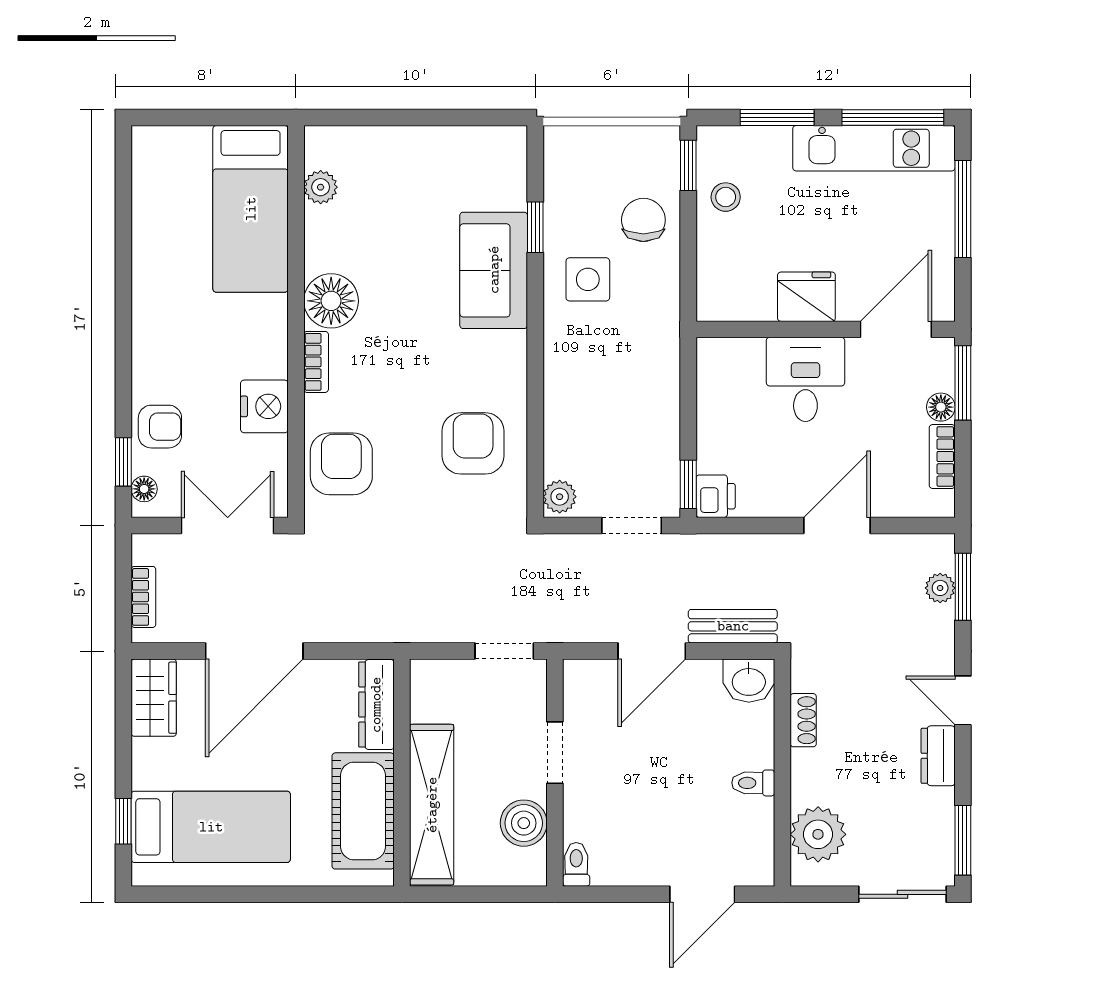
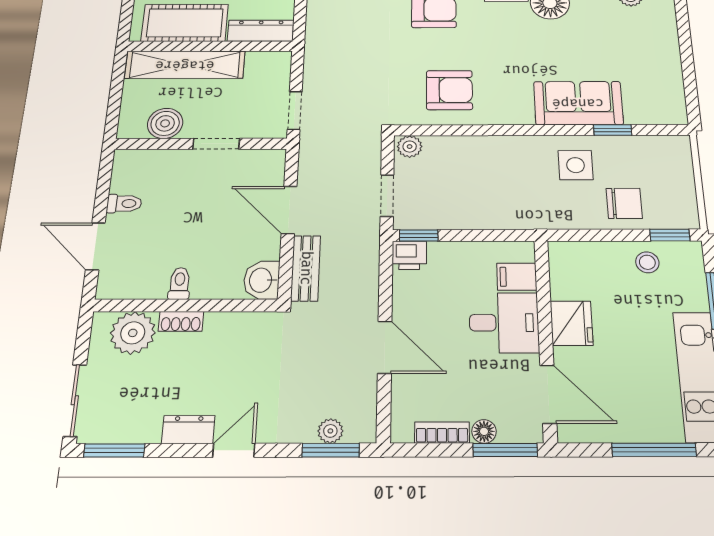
filing cabinet: (745, 362) -> (517, 277), added
shoe rack: (803, 720) -> (181, 321), moved
toilet: (576, 864) -> (124, 204), moved

